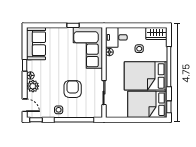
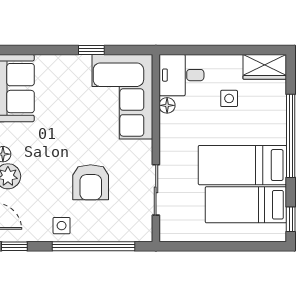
bed: (146, 76) -> (242, 165), width x0.67
armchair: (73, 89) -> (91, 182), turned 180
bed: (147, 104) -> (246, 205), width x0.67

